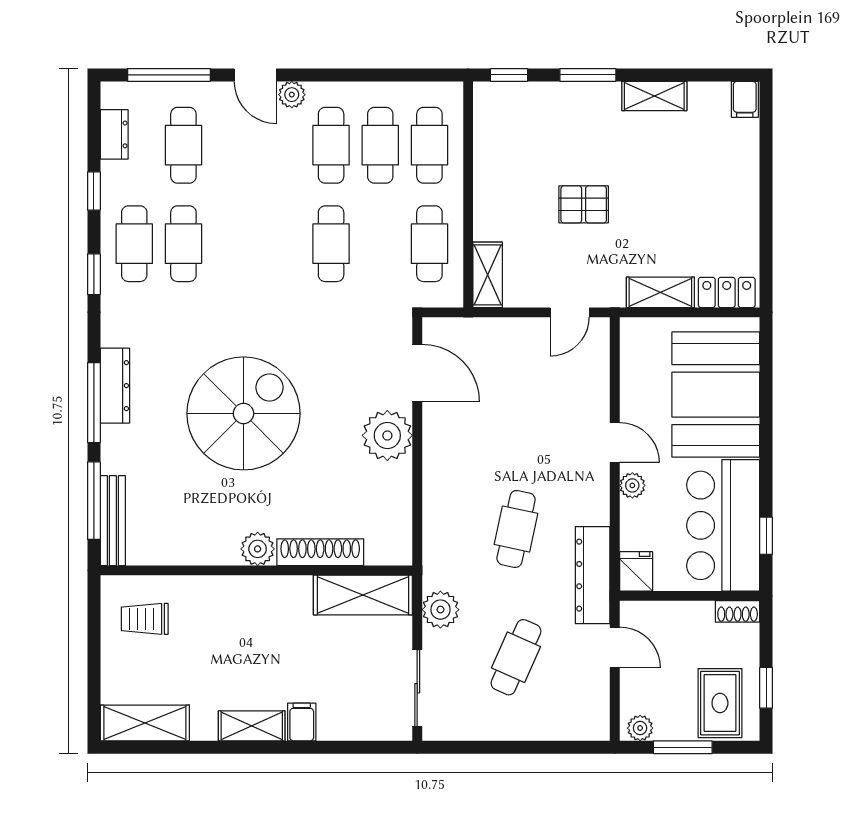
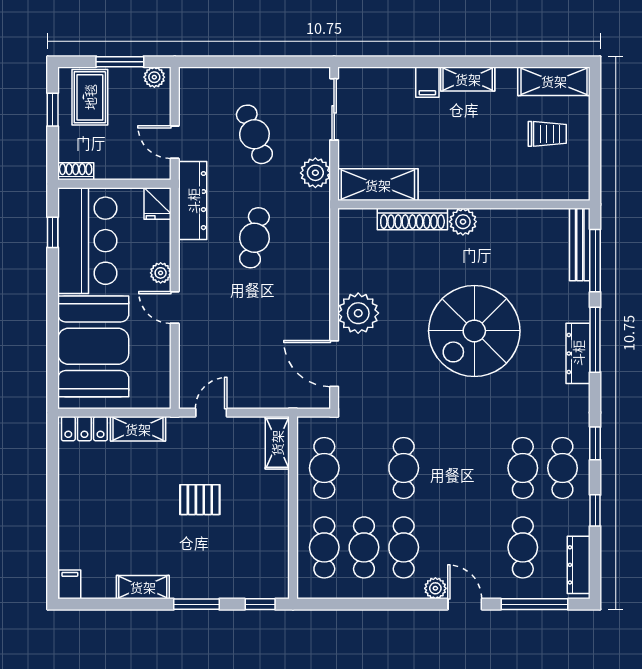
dresser: (114, 134) -> (579, 565), width x1.44
trolley: (145, 619) -> (547, 134), moved
cafe table: (516, 657) -> (254, 134), turned -45

